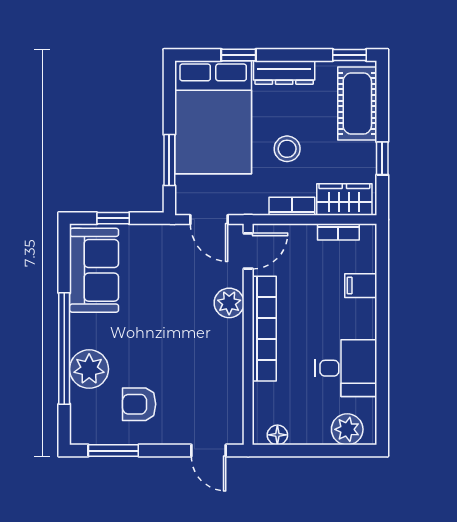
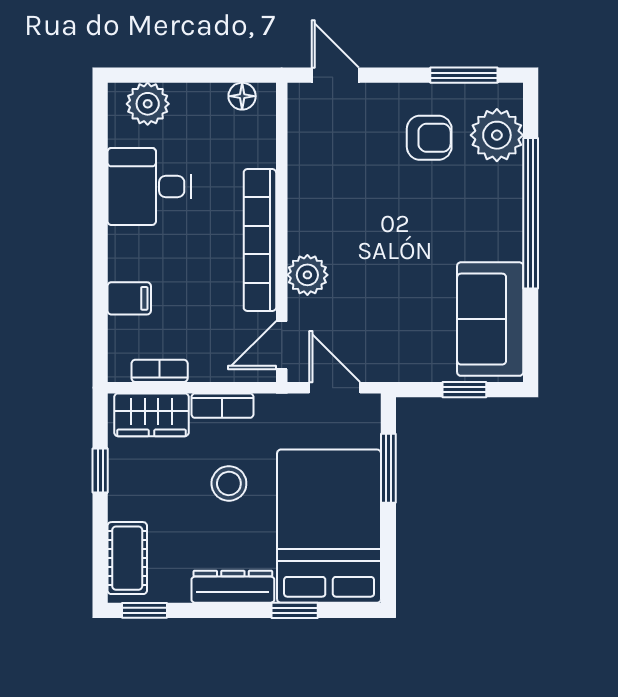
cot: (357, 103) -> (127, 558), width x0.73, depth x0.75
plant: (89, 369) -> (497, 135), moved

